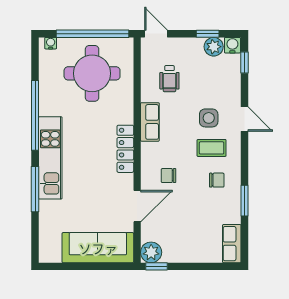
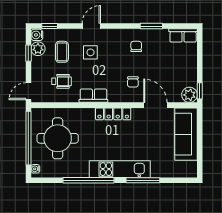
coffee table: (212, 148) -> (62, 52), moved

